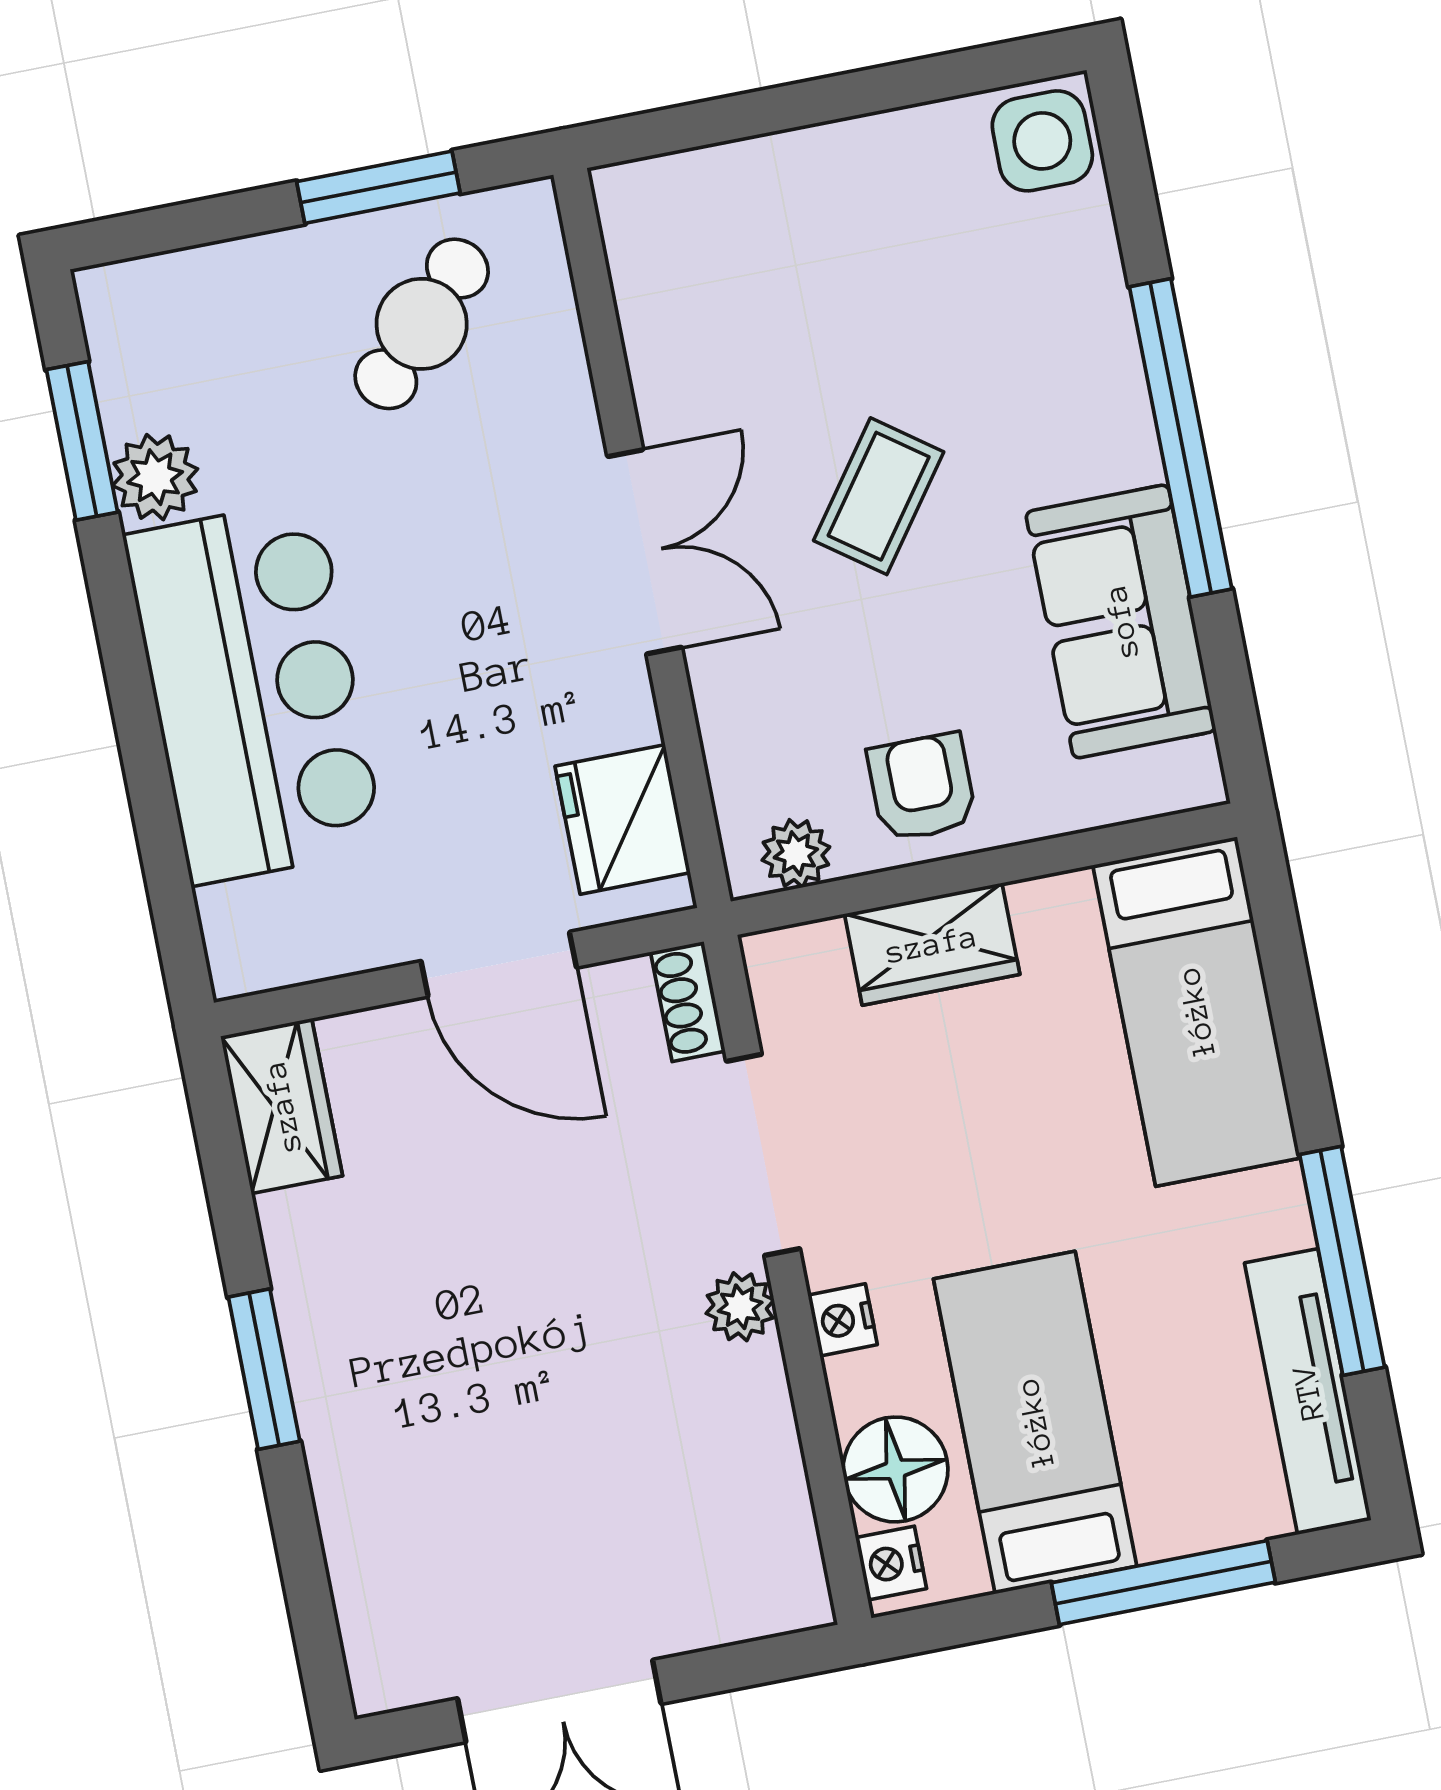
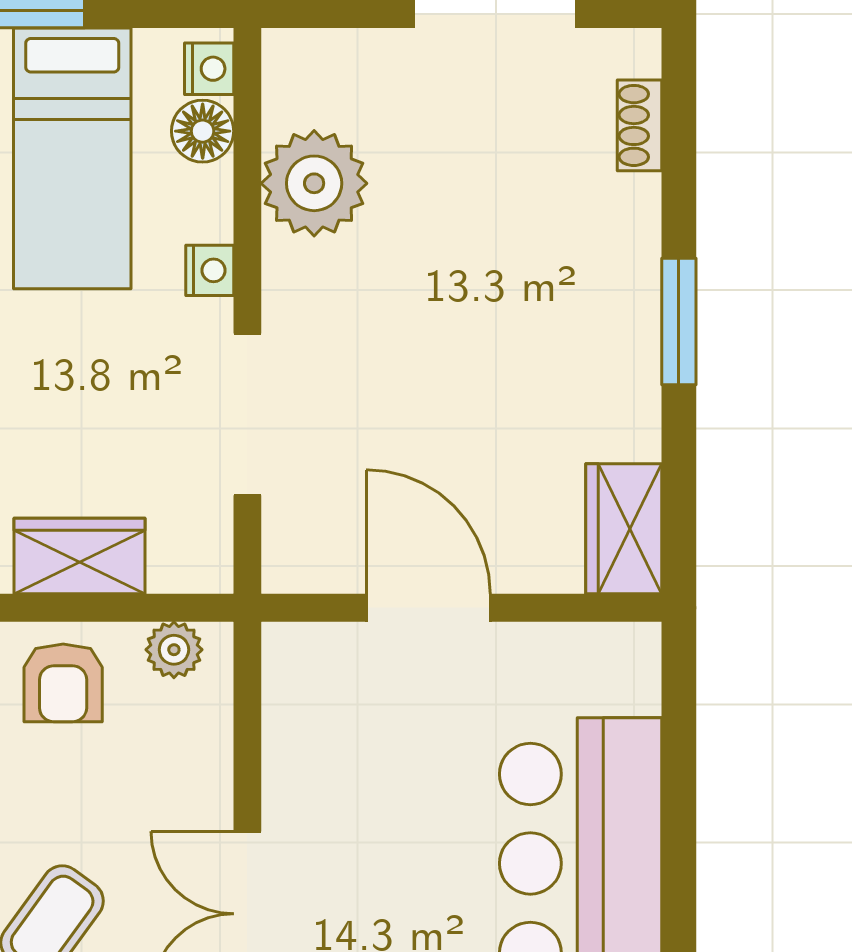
fridge: (623, 819) -> (307, 704), removed
shoe rack: (688, 1002) -> (640, 125), moved, turned 180
plant: (740, 1307) -> (314, 183), moved, width x1.88, depth x1.88
floor lamp: (895, 1469) -> (203, 131), width x0.73, depth x0.73

